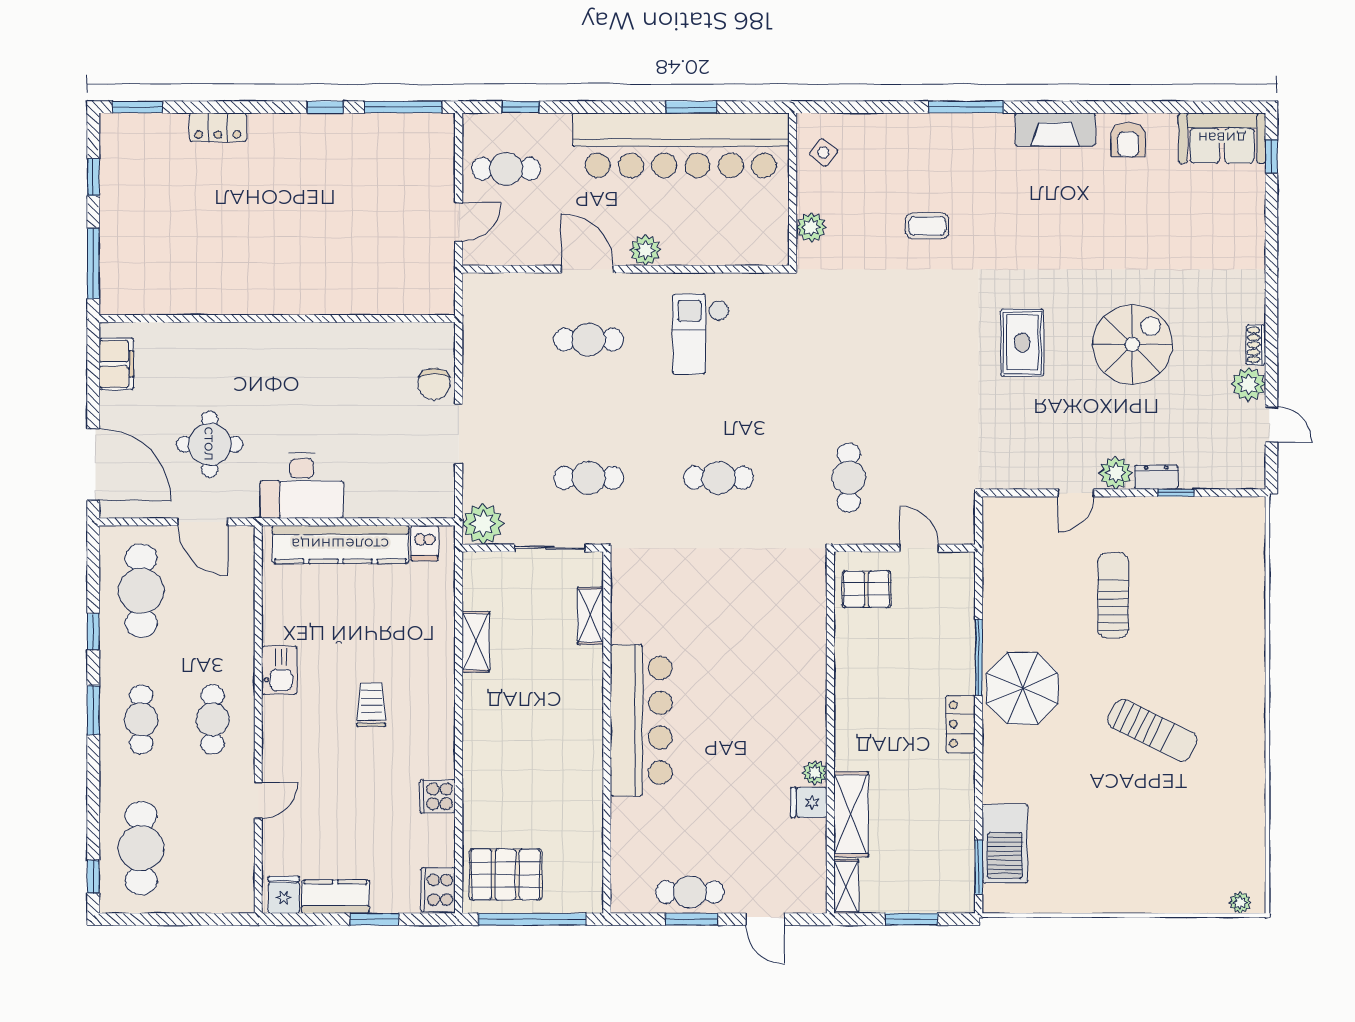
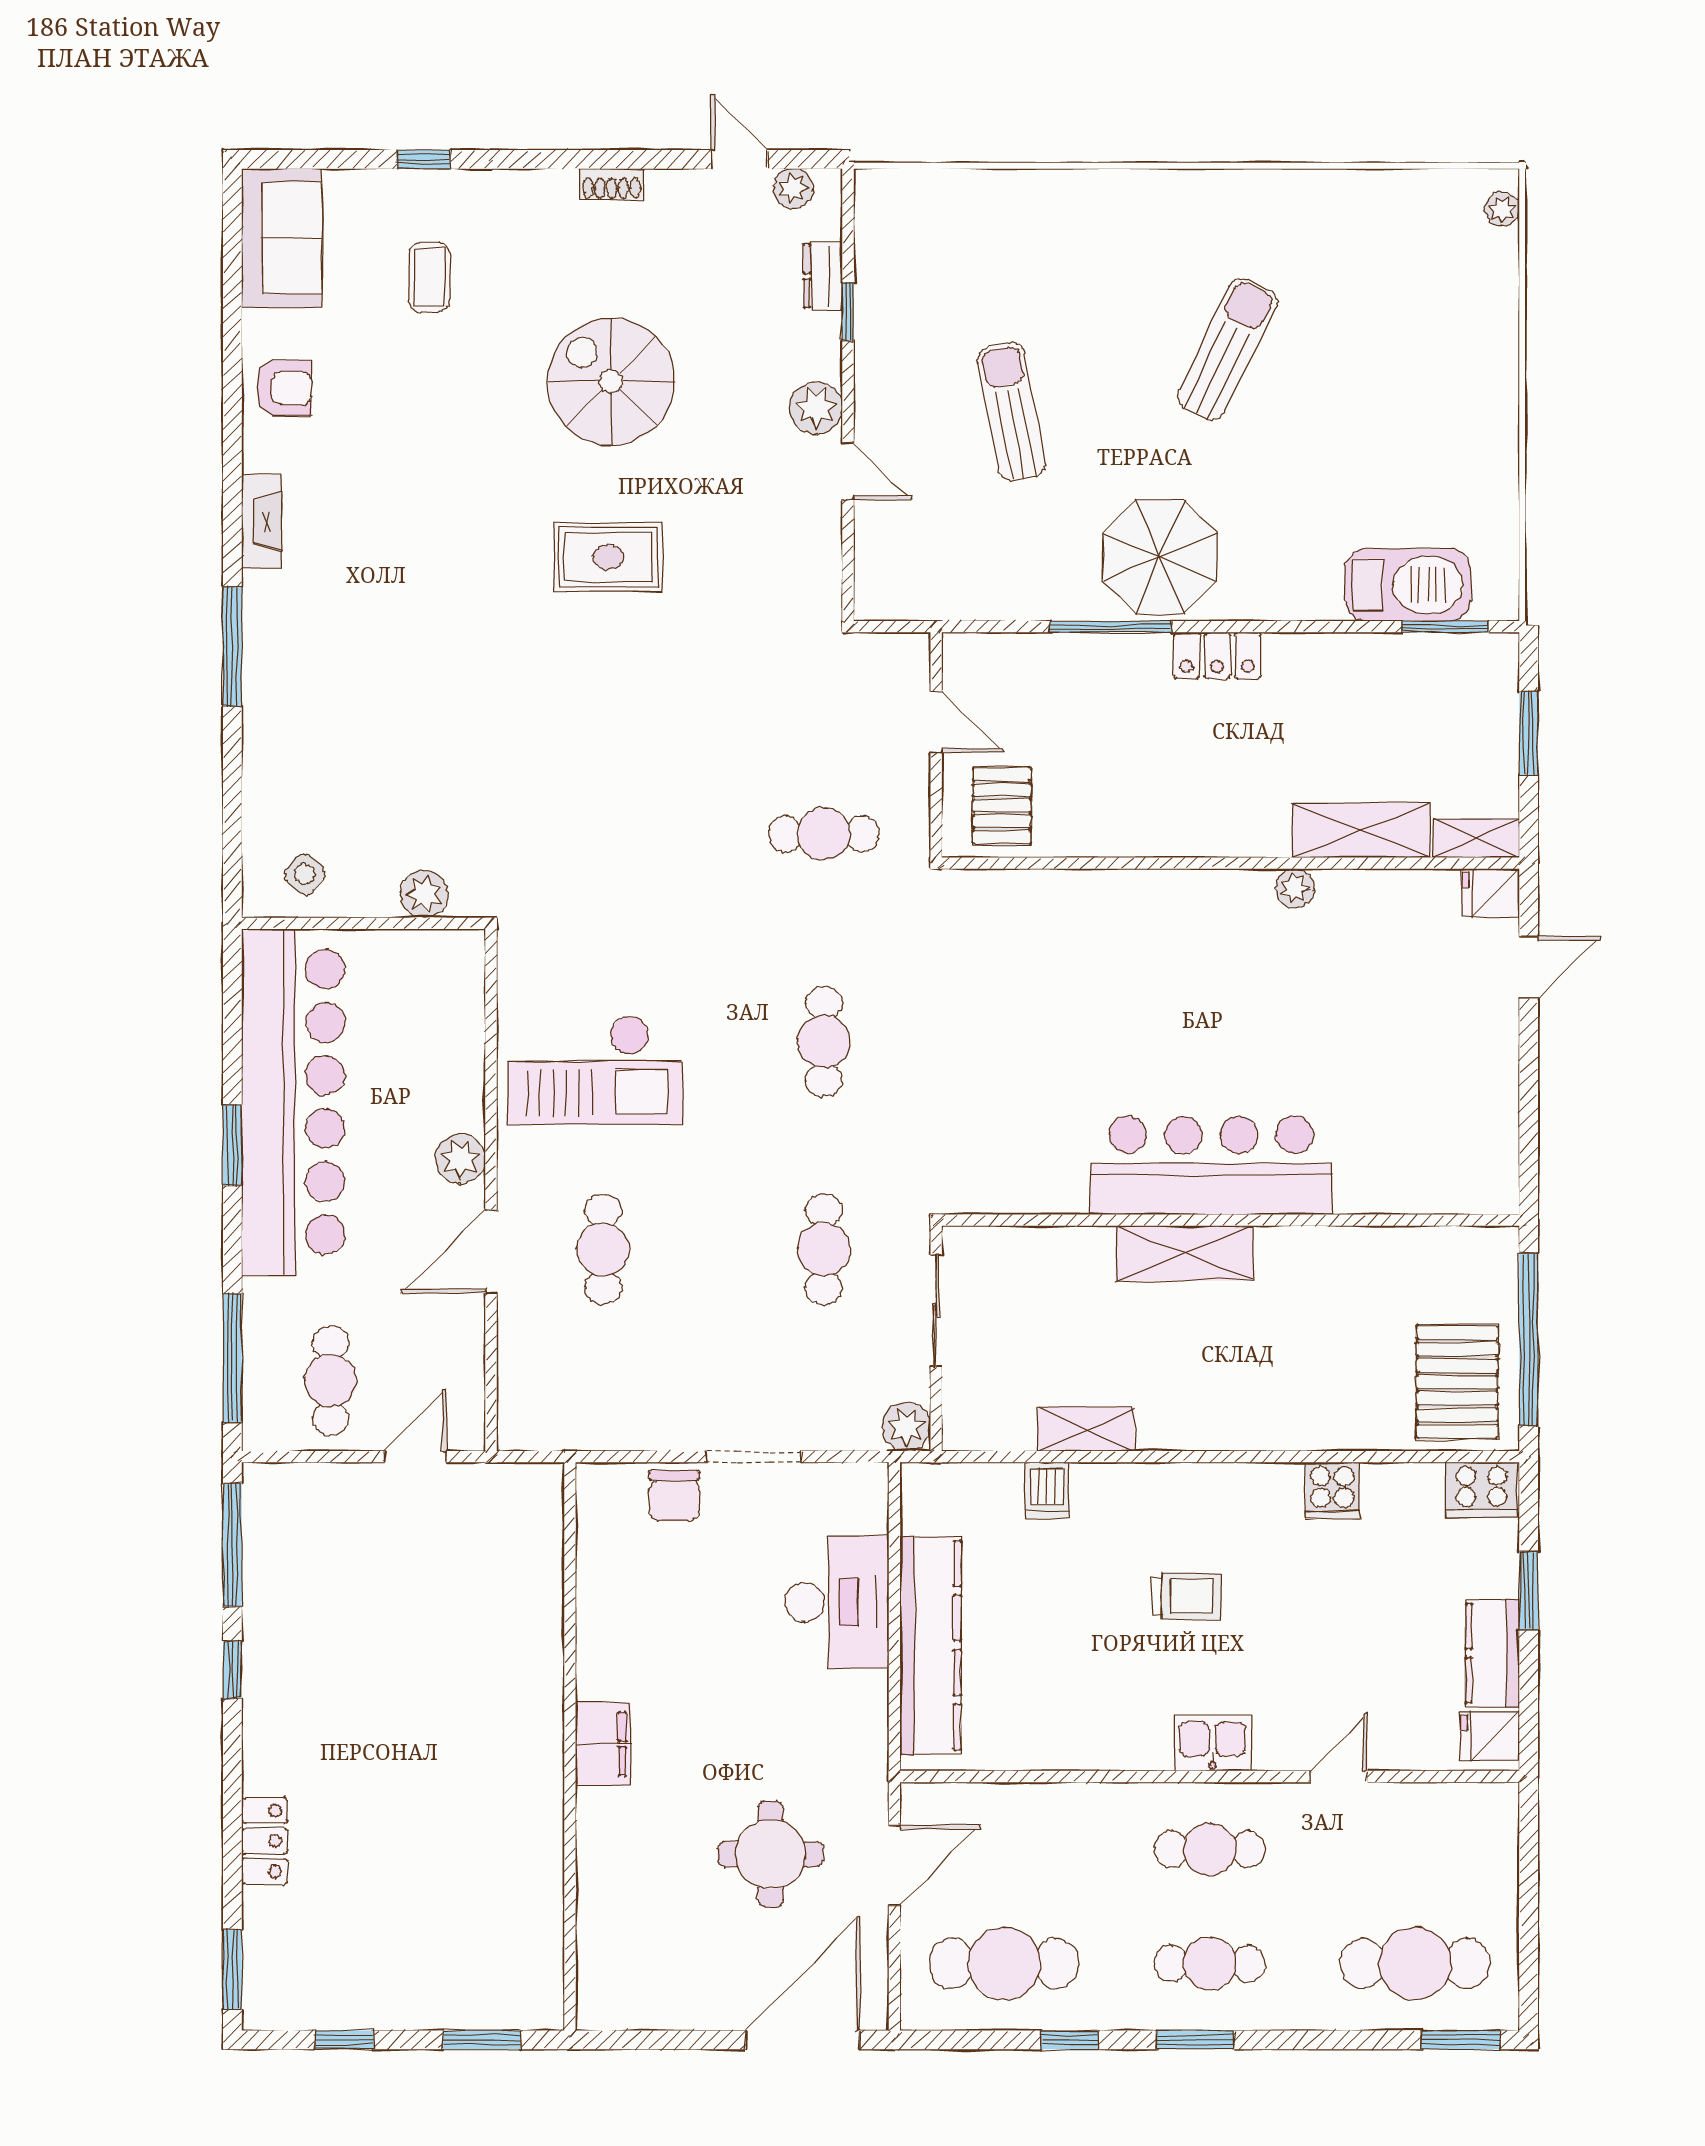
window: (521, 107) -> (232, 1358), width x2.17
window: (691, 107) -> (232, 1145), moved
fireplace: (1055, 129) -> (262, 522), width x0.73, depth x0.76
window: (1271, 156) -> (424, 159), moved
door: (459, 222) -> (416, 1457), hinge flipped
coffee table: (927, 226) -> (429, 277), moved
window: (93, 263) -> (482, 2040), width x0.69
checkout: (701, 334) -> (595, 1070), width x1.36, depth x1.21
filing cabinet: (116, 364) -> (603, 1744), moved, turned 90
chair: (434, 384) -> (674, 1496), turned 90
plant: (1248, 384) -> (793, 188), moved, width x0.73, depth x0.73
door: (1271, 425) -> (739, 159), hinge flipped
dresser: (1156, 477) -> (823, 276), moved
desk: (302, 486) -> (837, 1602), moved
plant: (483, 524) -> (906, 1427), width x0.73, depth x0.73
dishwasher: (425, 543) -> (1047, 1490), moved, turned 90
door: (919, 548) -> (936, 722), swing flipped
sun lounger: (1113, 595) -> (1012, 412), turned 79
shelving: (590, 616) -> (1184, 1253), moved, width x1.50, depth x1.33
kitchen sink: (279, 670) -> (1213, 1743), moved
trolley: (371, 705) -> (1186, 1596), turned 180
door: (258, 800) -> (1339, 1777), hinge flipped
fridge: (809, 802) -> (1491, 893), moved, turned 90
window: (93, 877) -> (1461, 2040), width x1.50
cafe table: (690, 892) -> (1485, 1087), removed
window: (692, 919) -> (1529, 1085), removed

